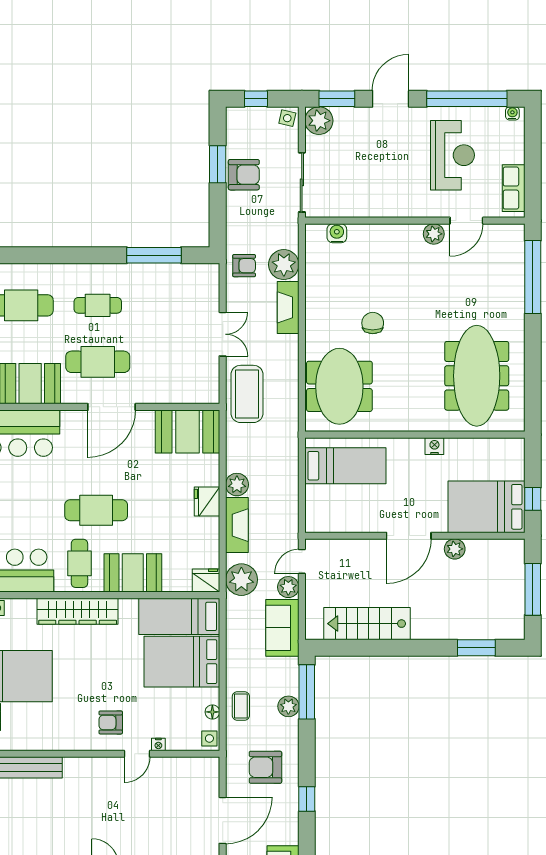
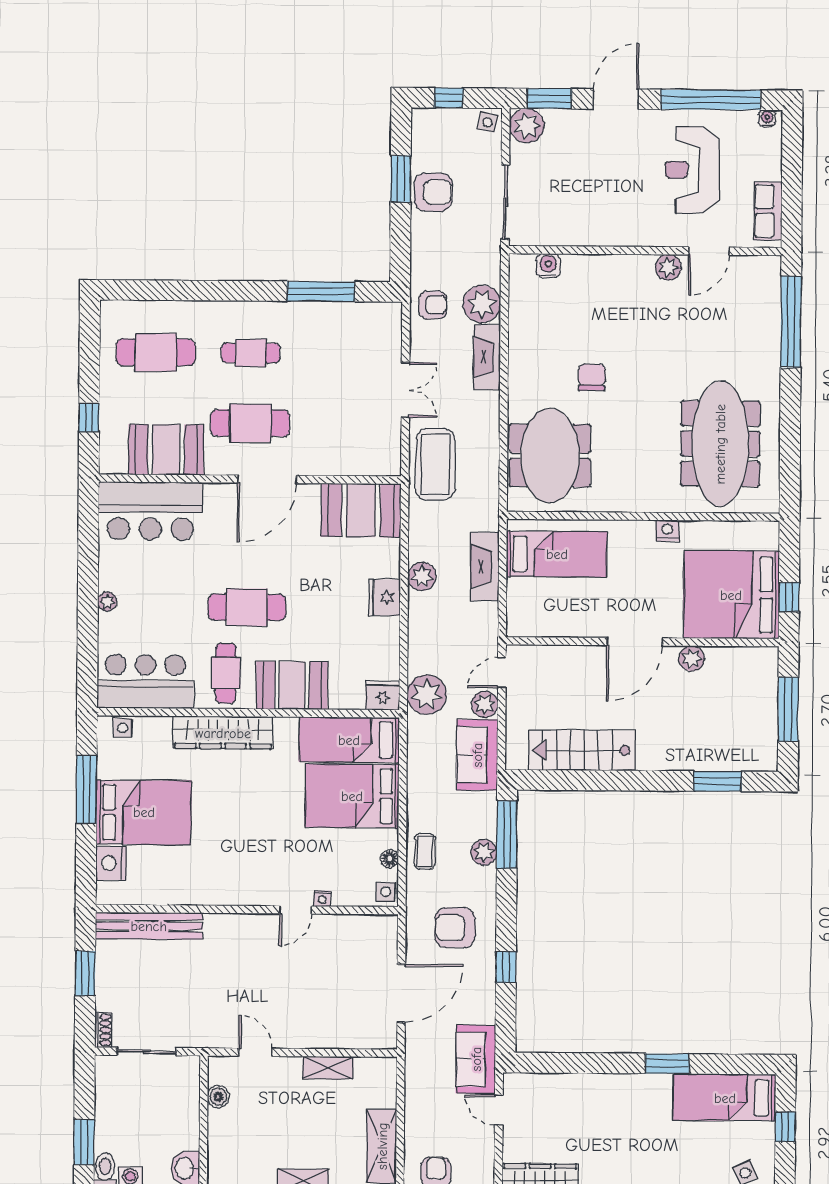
reception desk: (452, 155) -> (692, 170), turned 180
bed: (486, 507) -> (731, 595), width x1.36
fireplace: (237, 525) -> (485, 567), moved, turned 180
armchair: (111, 722) -> (263, 871), removed

